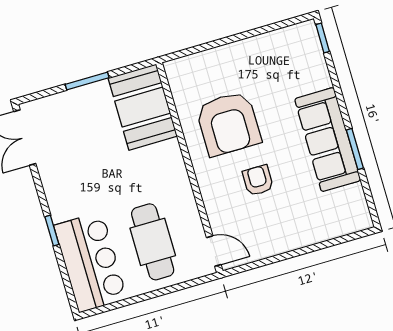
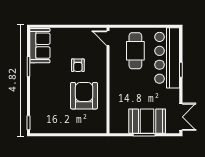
booth: (143, 107) -> (147, 121), moved, turned 90
sofa: (328, 140) -> (40, 46), moved, width x0.73
bar counter: (90, 262) -> (167, 58), width x1.36

